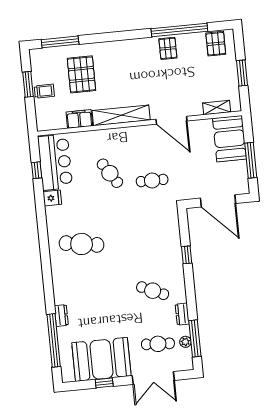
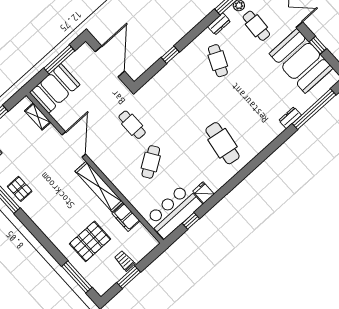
pallet: (168, 48) -> (20, 189), turned 90

